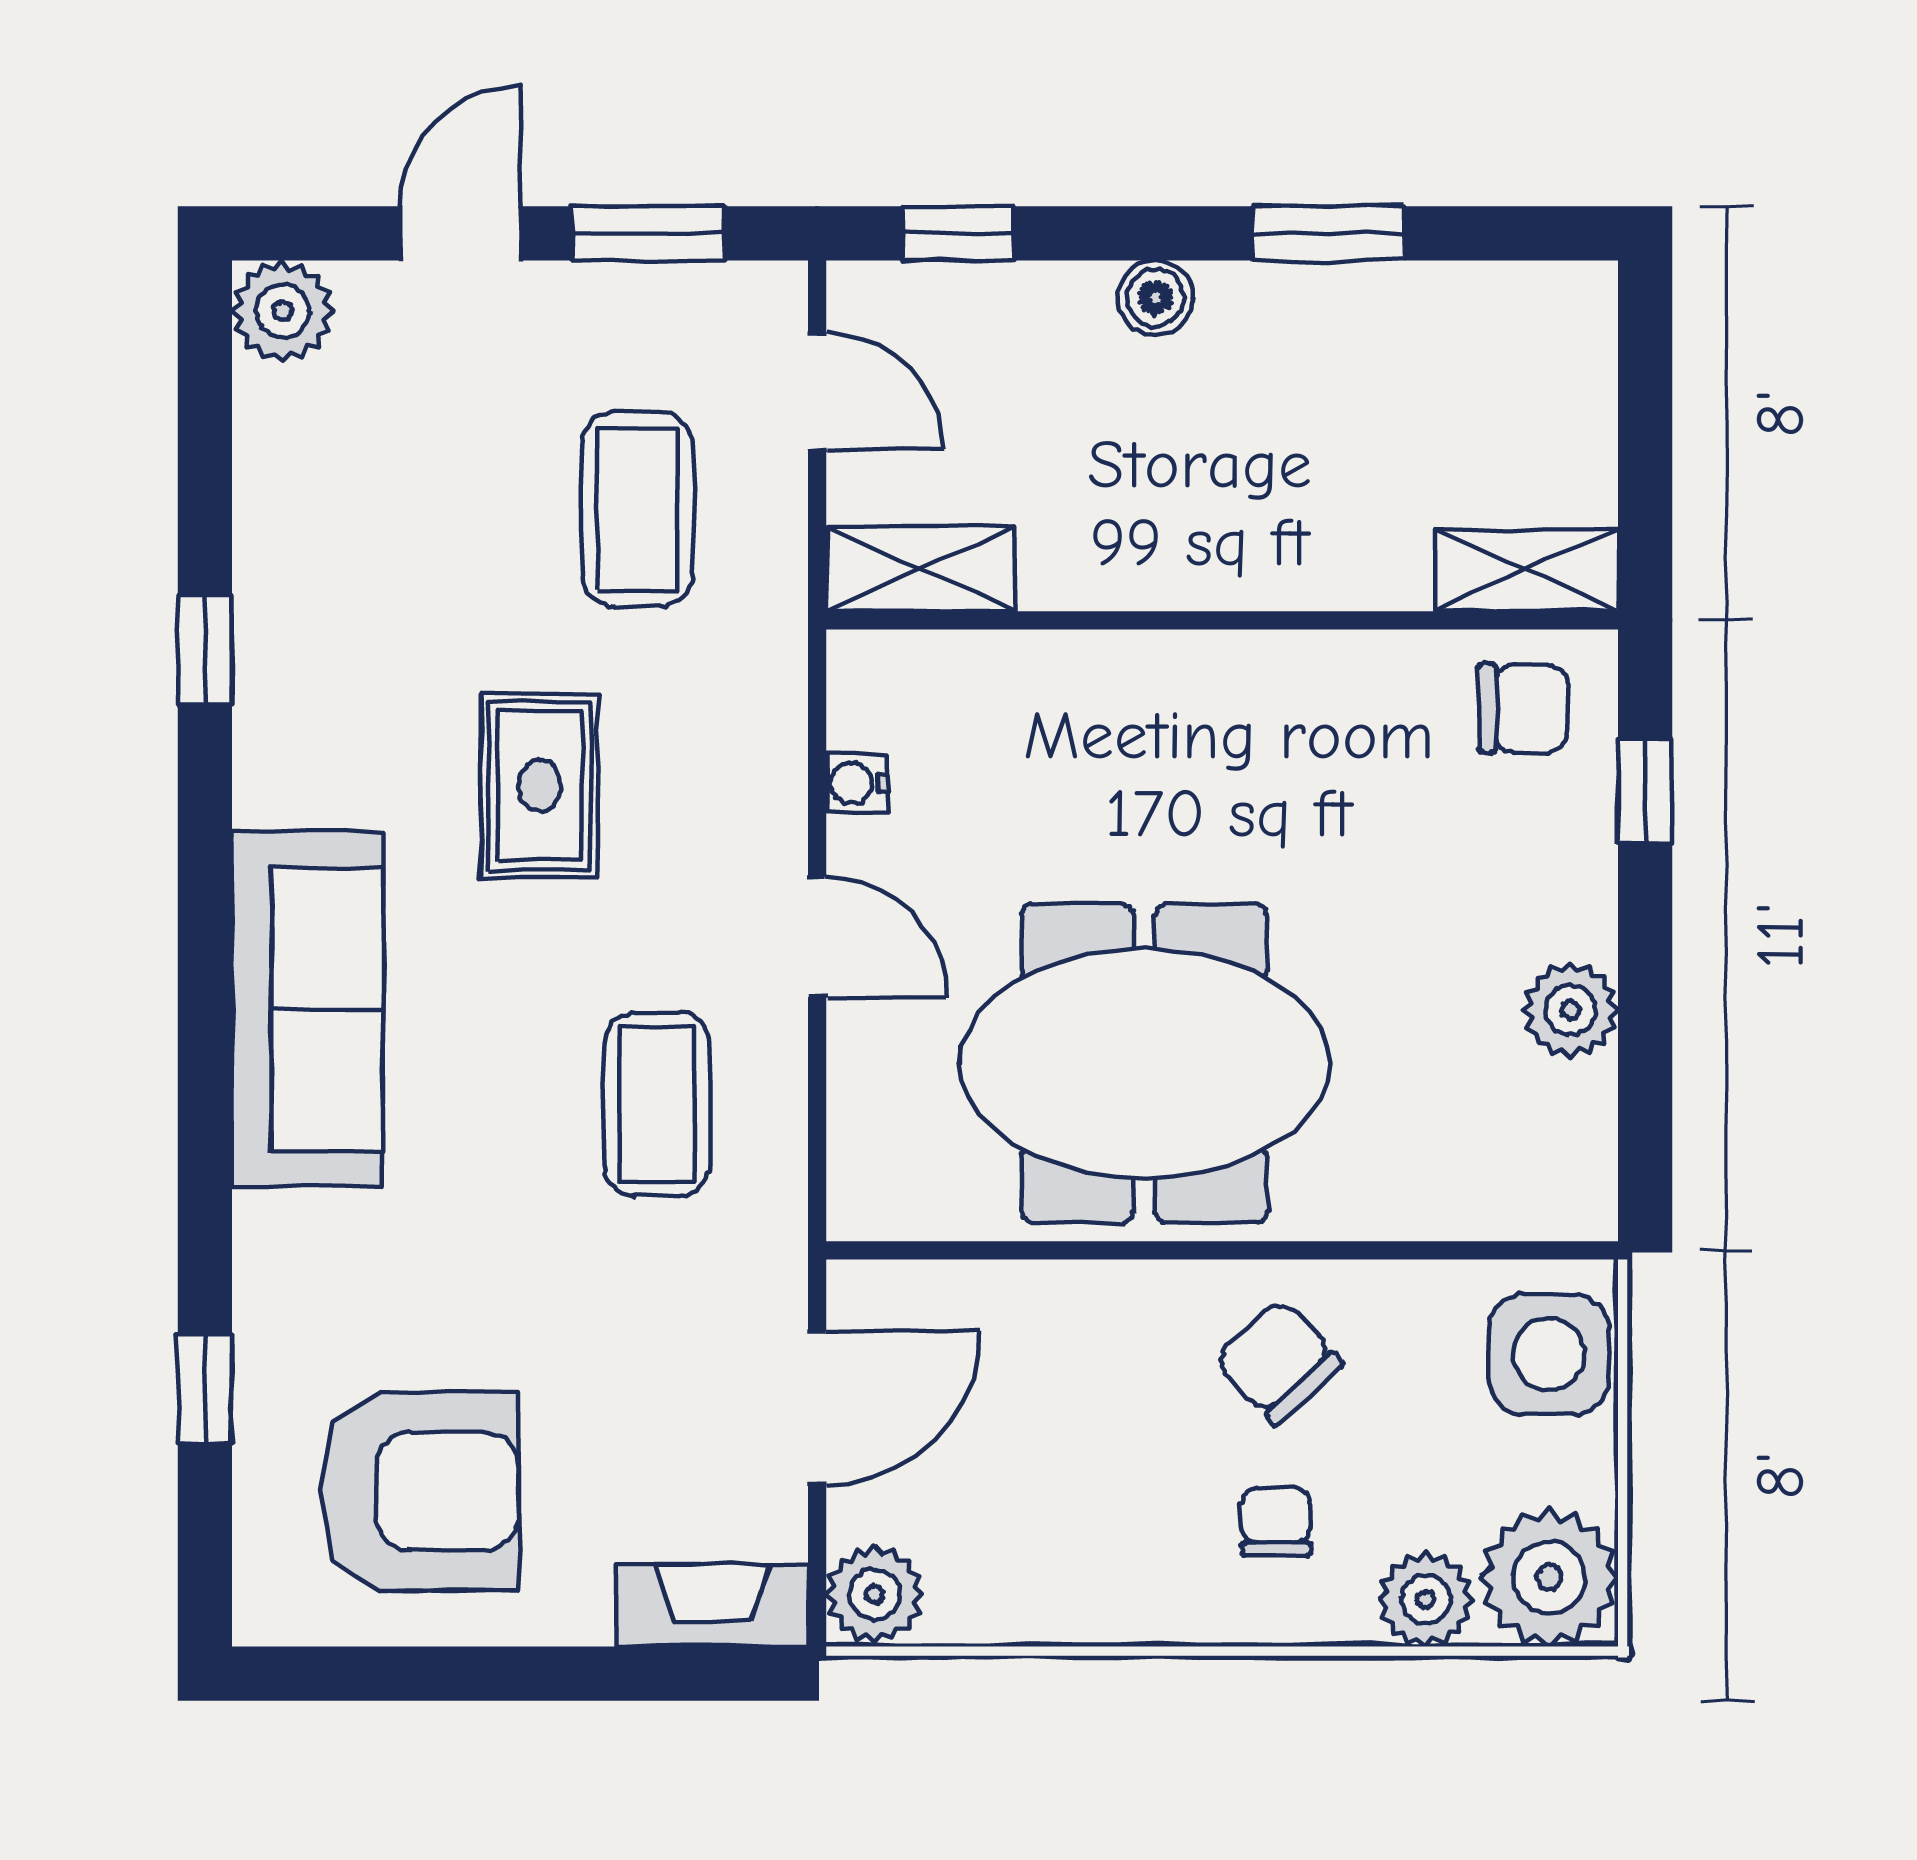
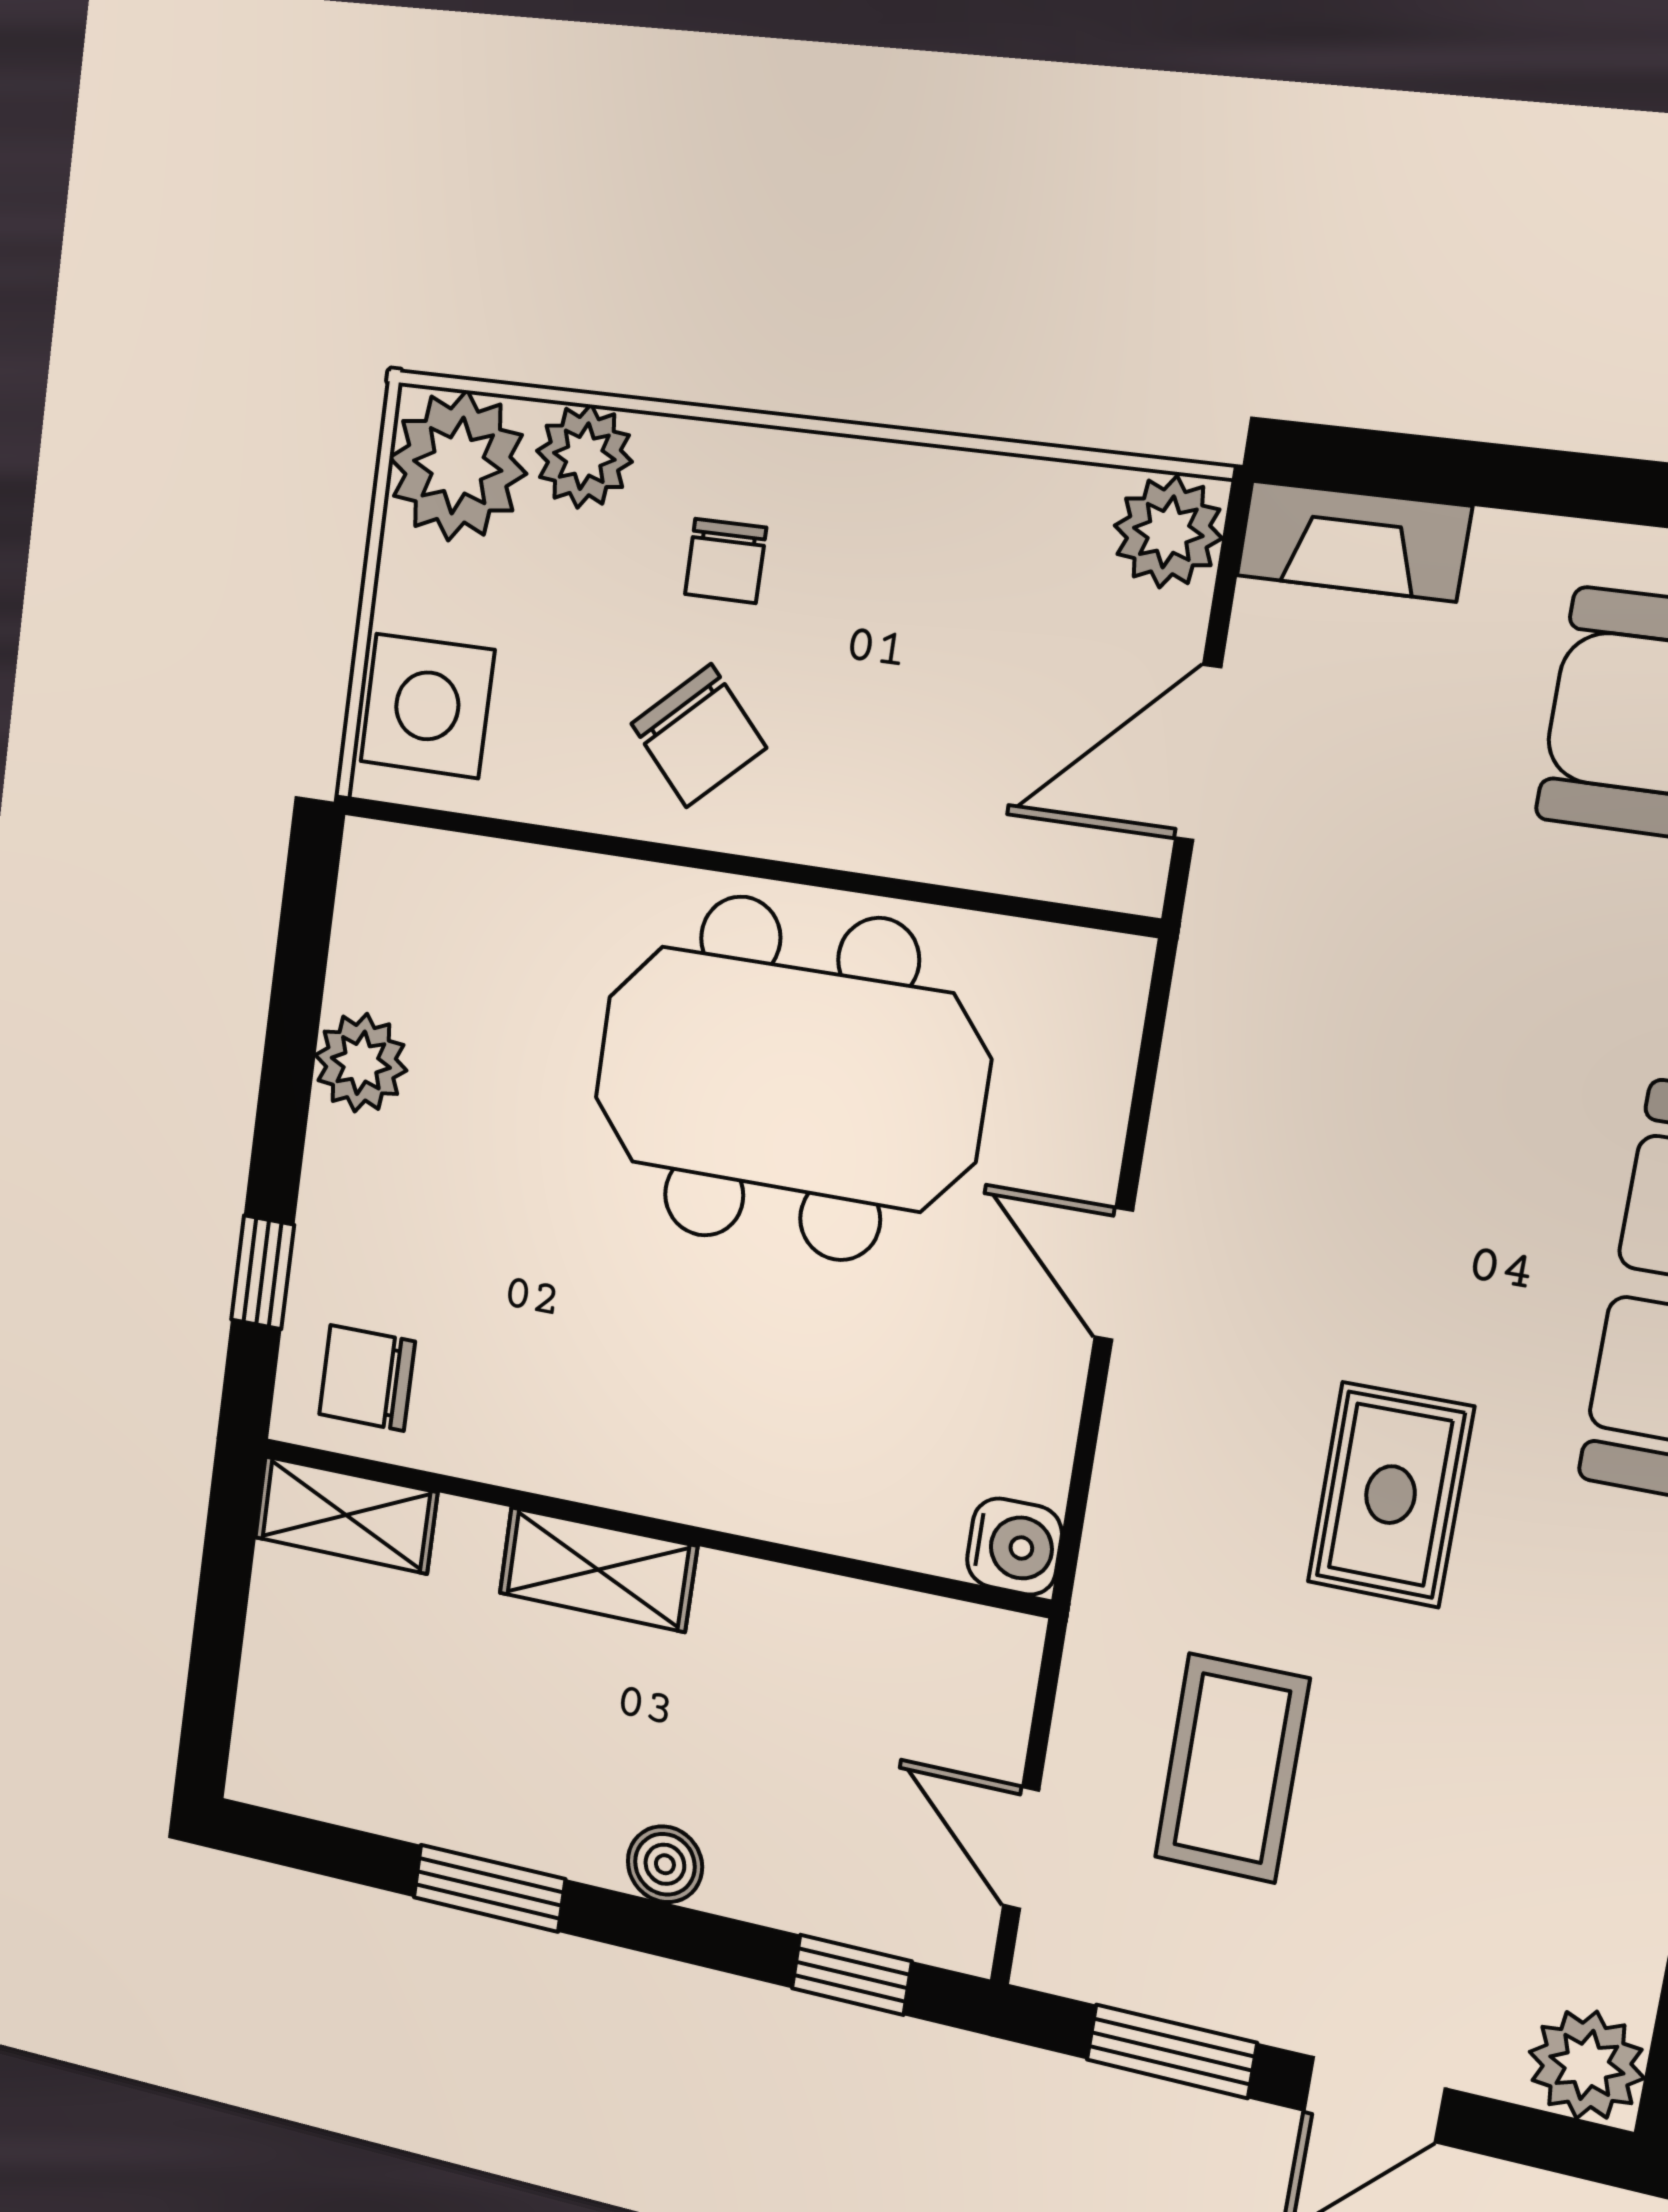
shelving: (921, 569) -> (598, 1570), moved
water cooler: (856, 783) -> (1014, 1547), moved, width x1.38, depth x1.38
coffee table: (657, 1104) -> (1320, 1121), removed

